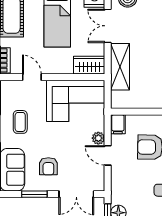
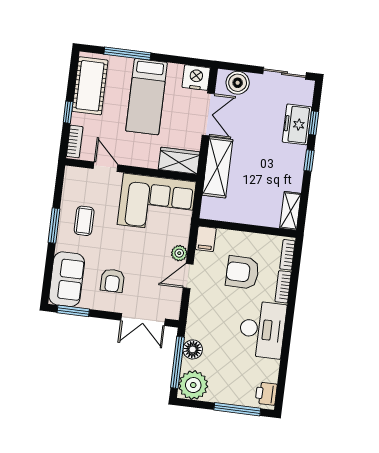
double door: (108, 26) -> (208, 114), swing flipped
door: (108, 155) -> (188, 276), hinge flipped
window: (34, 194) -> (73, 311), moved

